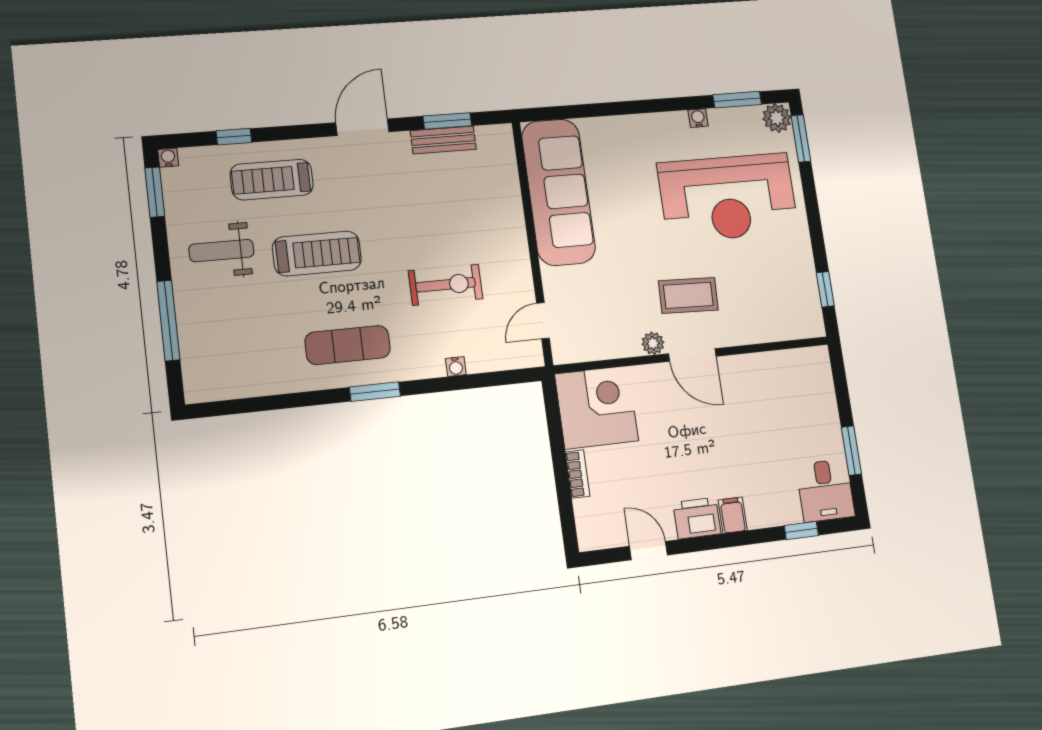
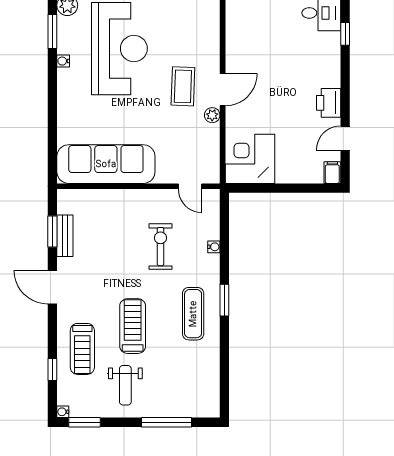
bookcase: (577, 474) -> (291, 177), removed
filing cabinet: (733, 515) -> (332, 173), moved, turned 90

